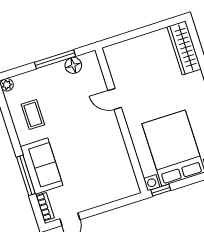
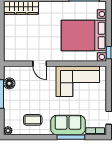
door: (115, 99) -> (40, 64), hinge flipped
corner sofa: (107, 160) -> (78, 81), added

